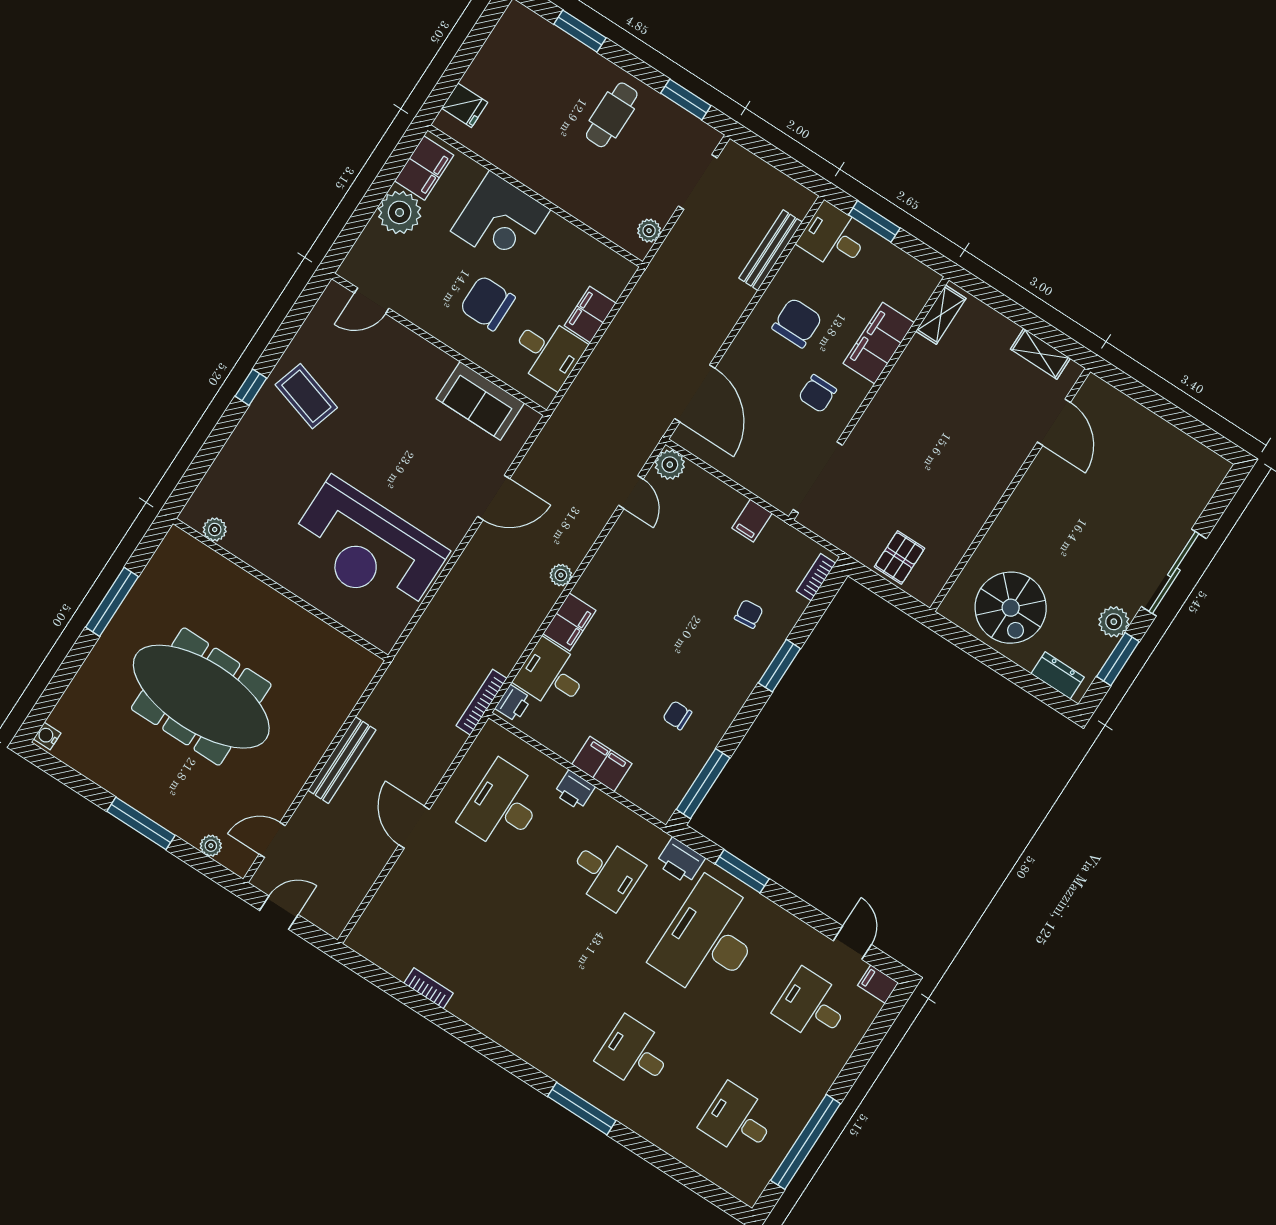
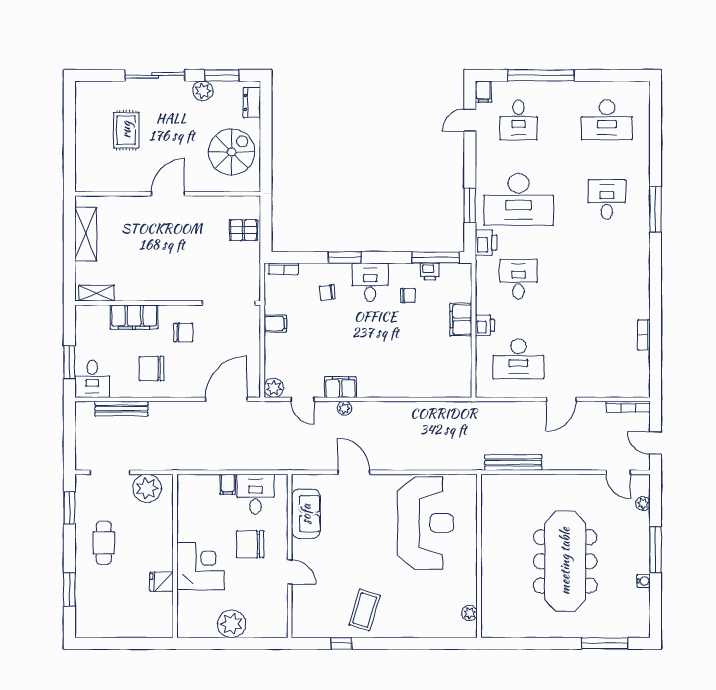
fridge: (465, 105) -> (161, 582), moved, turned -90
cafe table: (612, 115) -> (104, 543), turned 90
filing cabinet: (424, 168) -> (199, 626), removed
plant: (649, 231) -> (147, 488), width x1.88, depth x1.88
door: (372, 301) -> (290, 572), moved
chair: (487, 303) -> (250, 544), turned 90
filing cabinet: (590, 314) -> (228, 484), width x0.50
shelving: (1040, 354) -> (86, 234), width x1.50, depth x1.33
window: (251, 387) -> (341, 643), moved
door: (1054, 422) -> (168, 194), moved
rug: (1127, 489) -> (126, 130), added
door: (631, 492) -> (303, 399), swing flipped
plant: (561, 575) -> (345, 408), moved
window: (112, 602) -> (605, 643), moved
filing cabinet: (569, 622) -> (340, 387), moved
desk: (552, 675) -> (370, 282), moved, turned 180
bookcase: (481, 702) -> (628, 407), moved
printer: (513, 703) -> (430, 271), moved, turned 180
chair: (677, 715) -> (408, 296), turned -90
water cooler: (47, 736) -> (644, 581), moved, turned -90
bench: (342, 760) -> (513, 462), moved
desk: (635, 1054) -> (607, 199), turned 180
desk: (738, 1120) -> (607, 120), width x1.37
window: (806, 1142) -> (541, 75), moved

